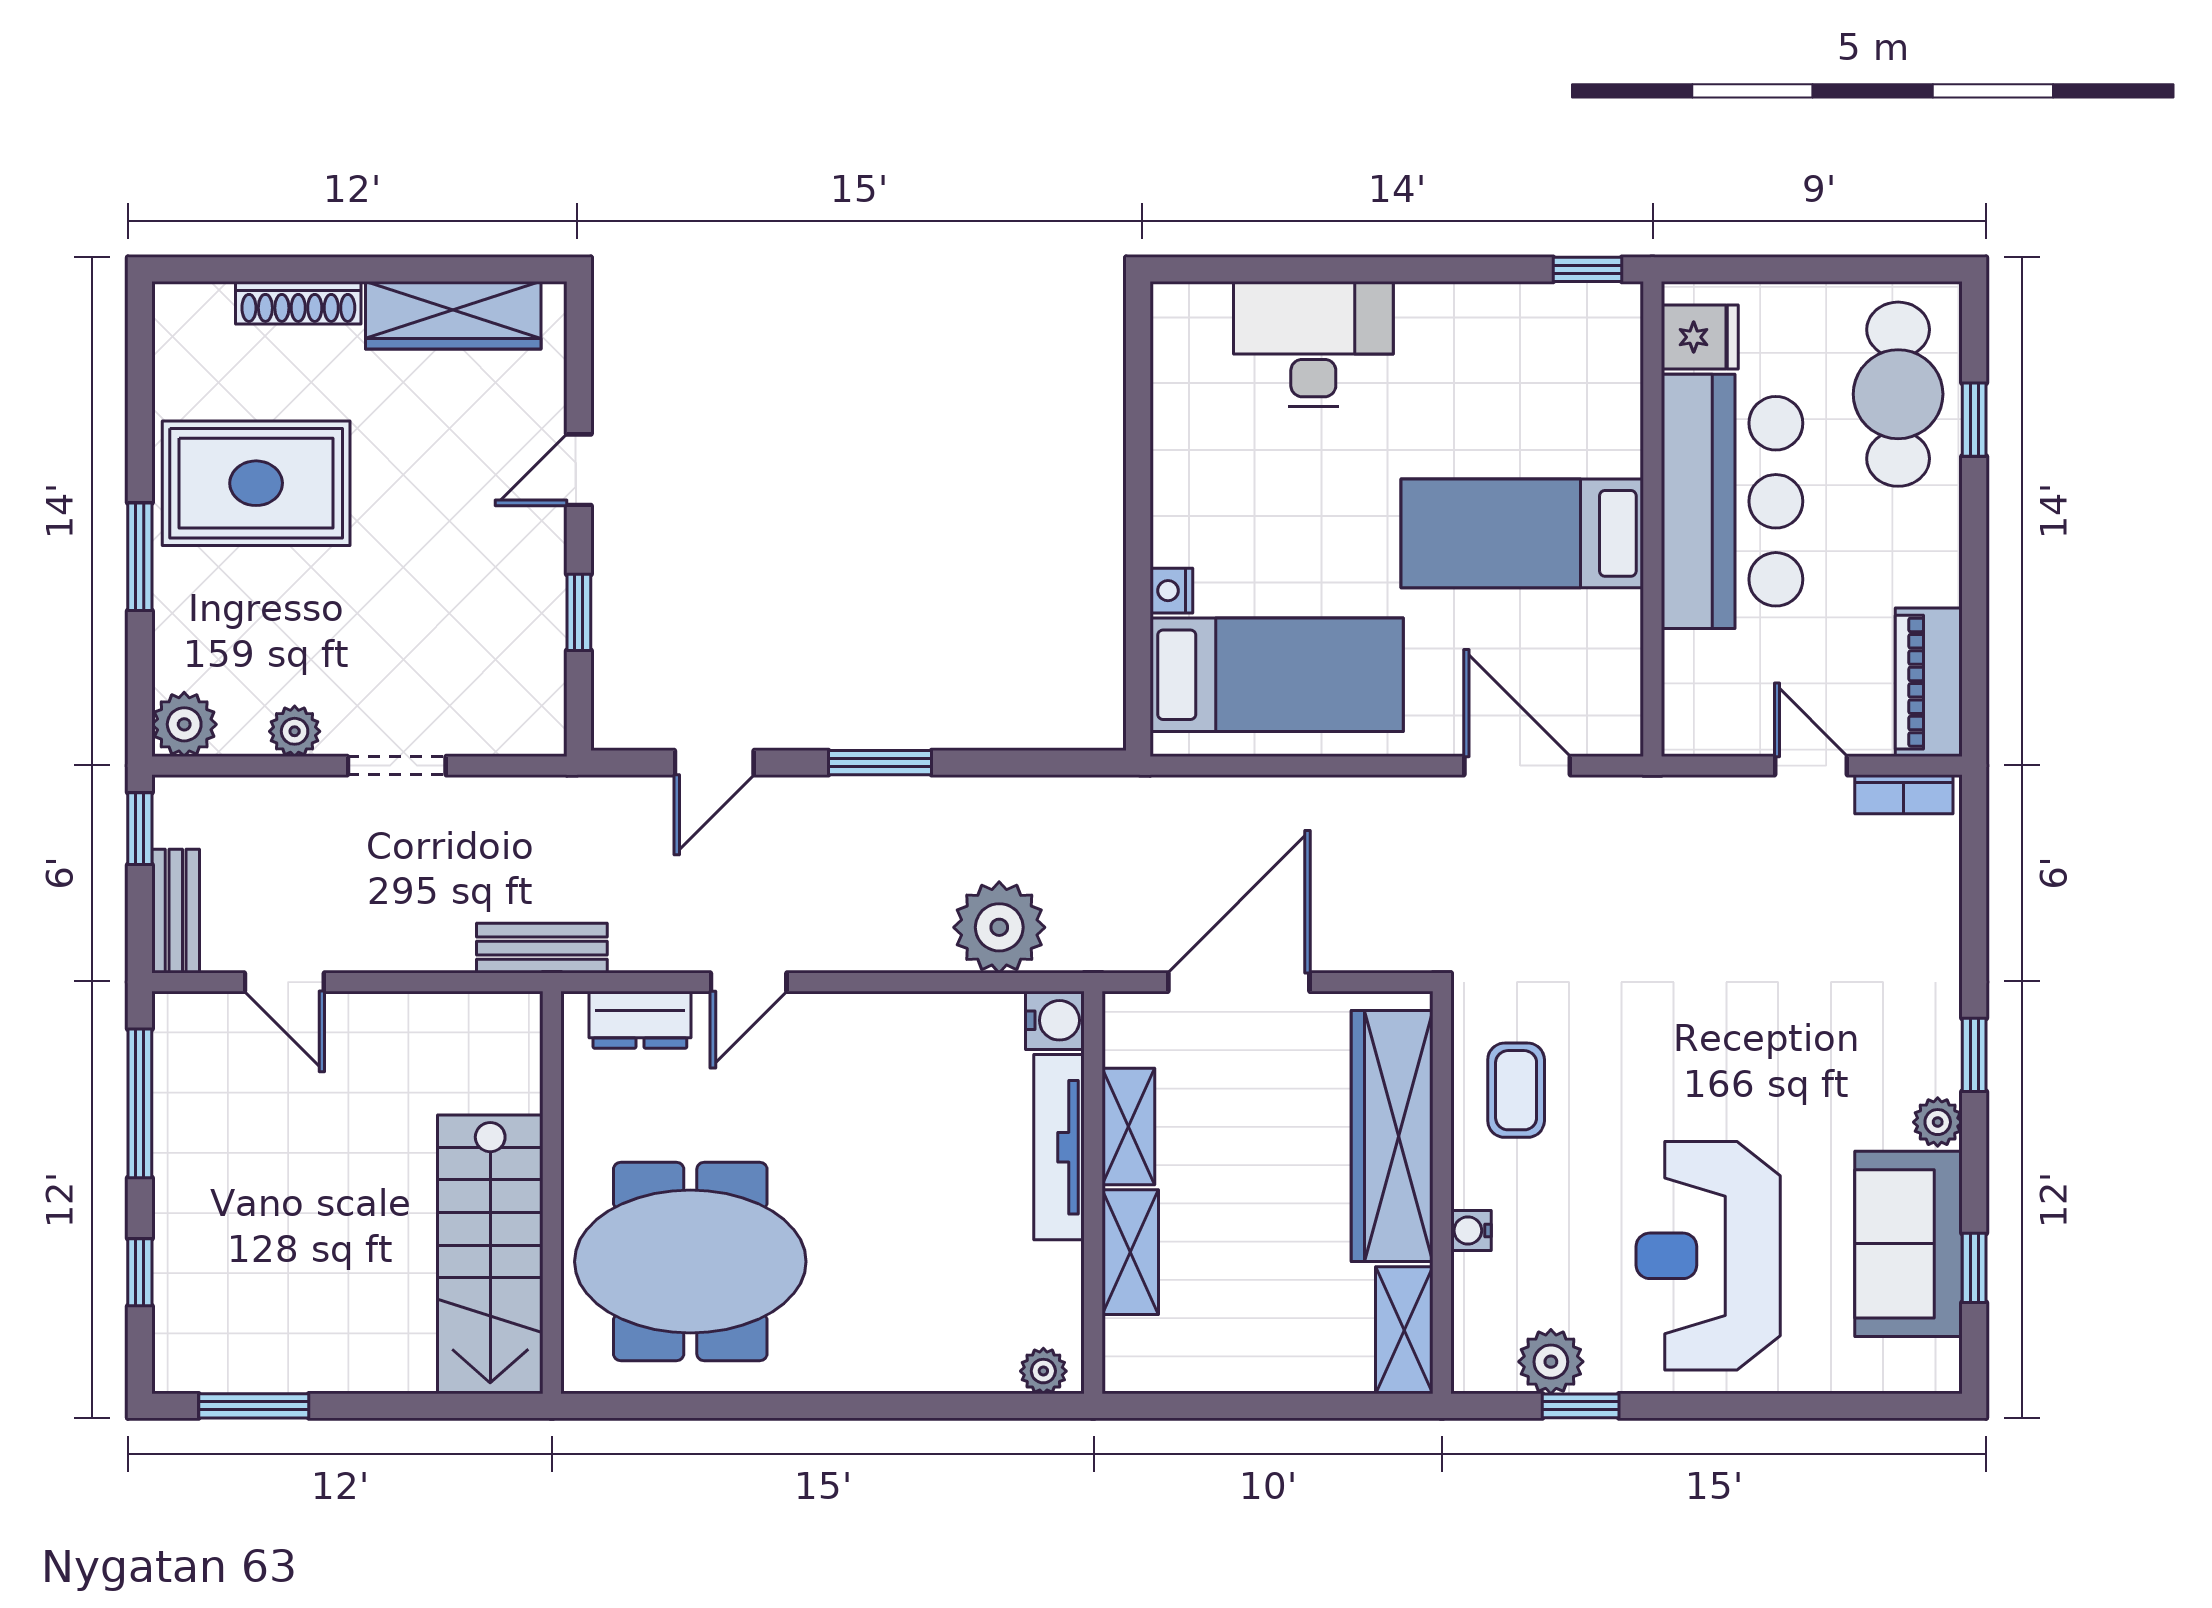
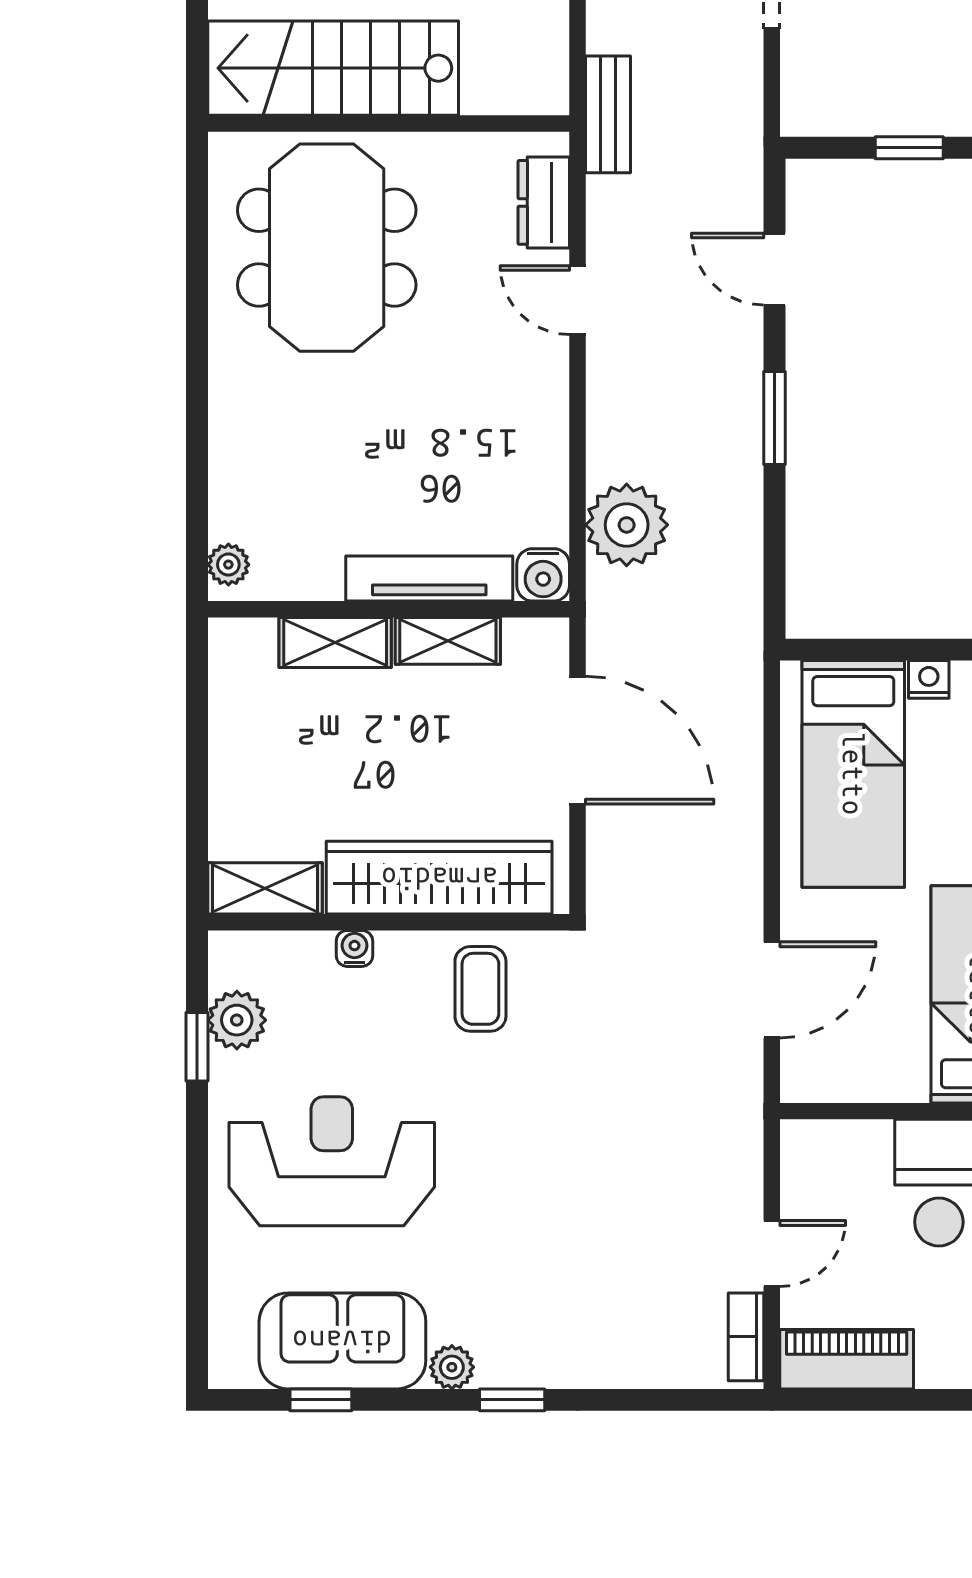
coffee table: (1516, 1090) -> (480, 989), turned 90

